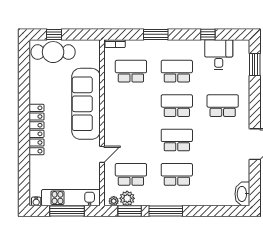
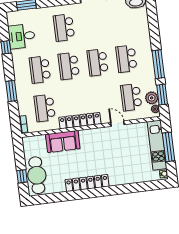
sofa: (86, 104) -> (63, 141), width x0.54, depth x0.79
locker: (111, 111) -> (80, 121), added
locker: (37, 130) -> (87, 183), moved

